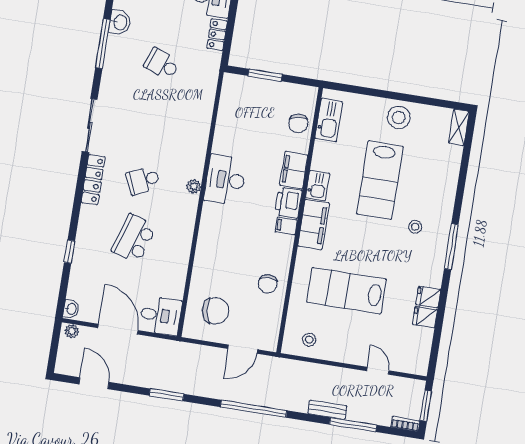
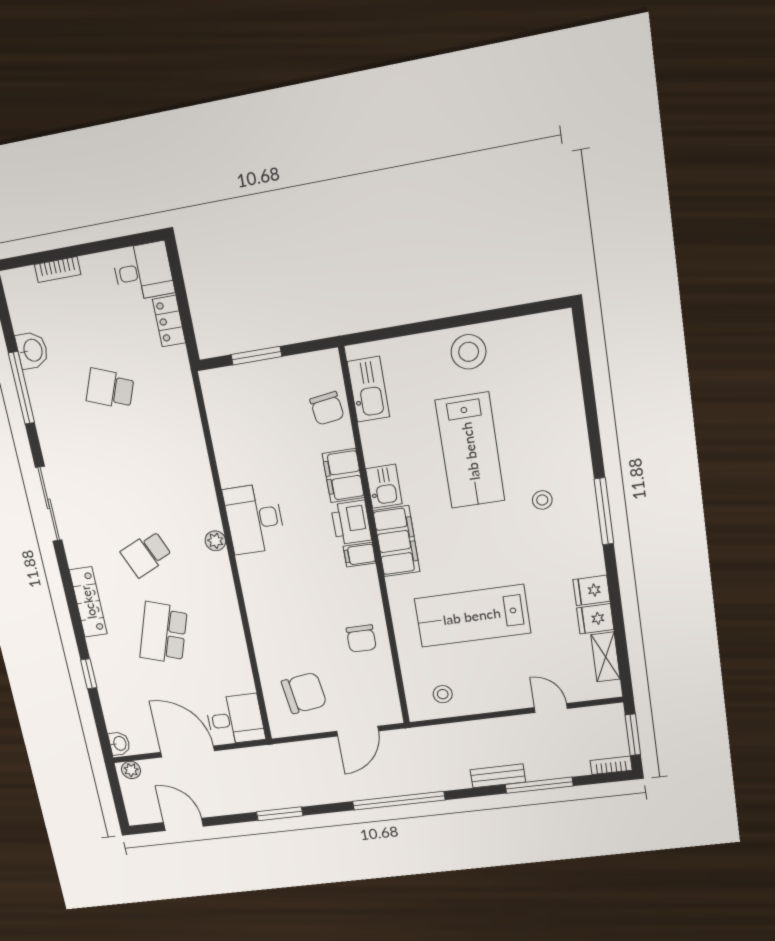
shelving: (459, 127) -> (606, 657), moved
locker: (93, 180) -> (88, 602), moved

